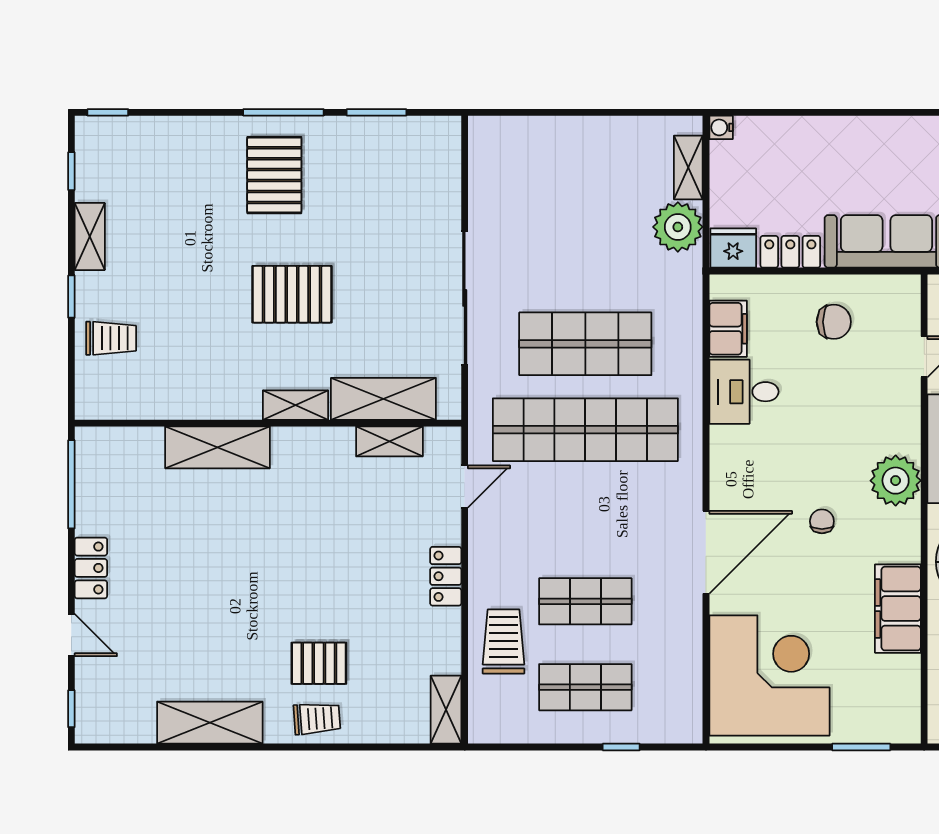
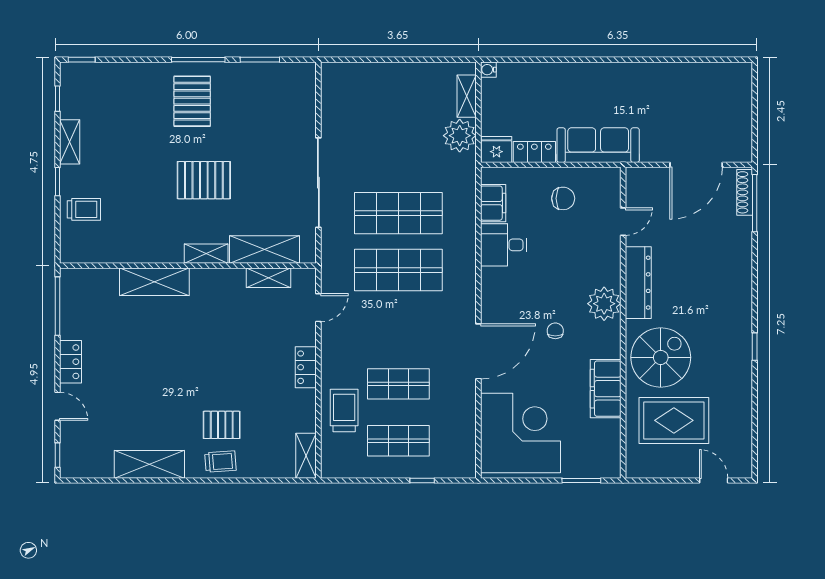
shop shelf: (585, 430) -> (398, 270), width x0.71

